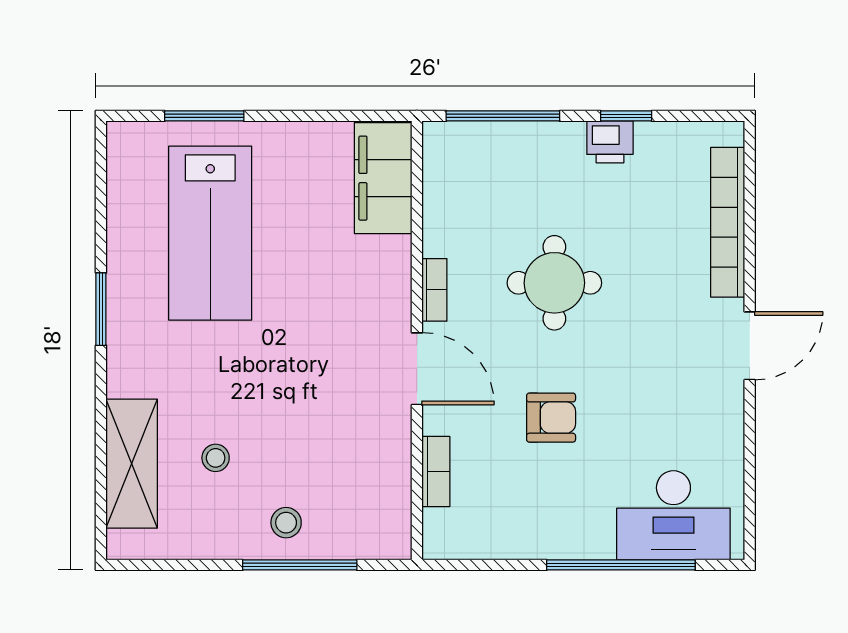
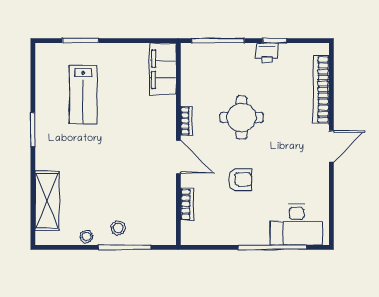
lab bench: (210, 233) -> (83, 95), width x0.73, depth x0.72
stool: (216, 458) -> (86, 236), moved

